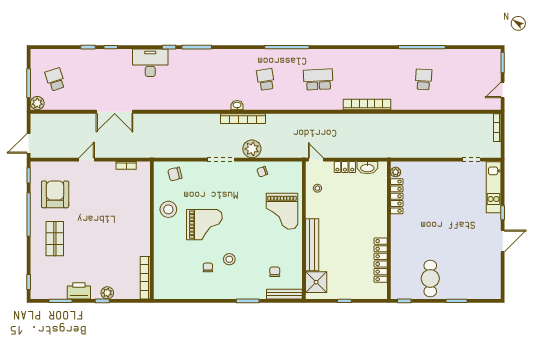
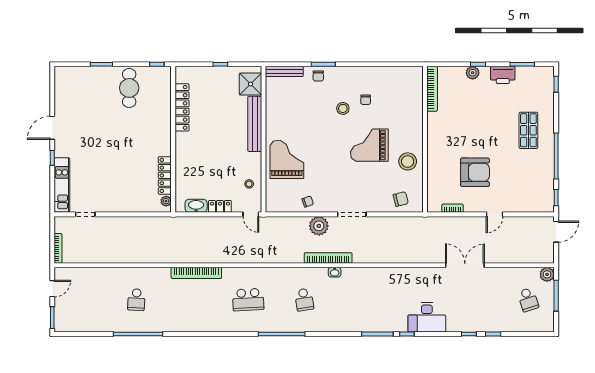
armchair: (55, 194) -> (475, 172), moved, turned -90
chair: (275, 272) -> (318, 76), moved

